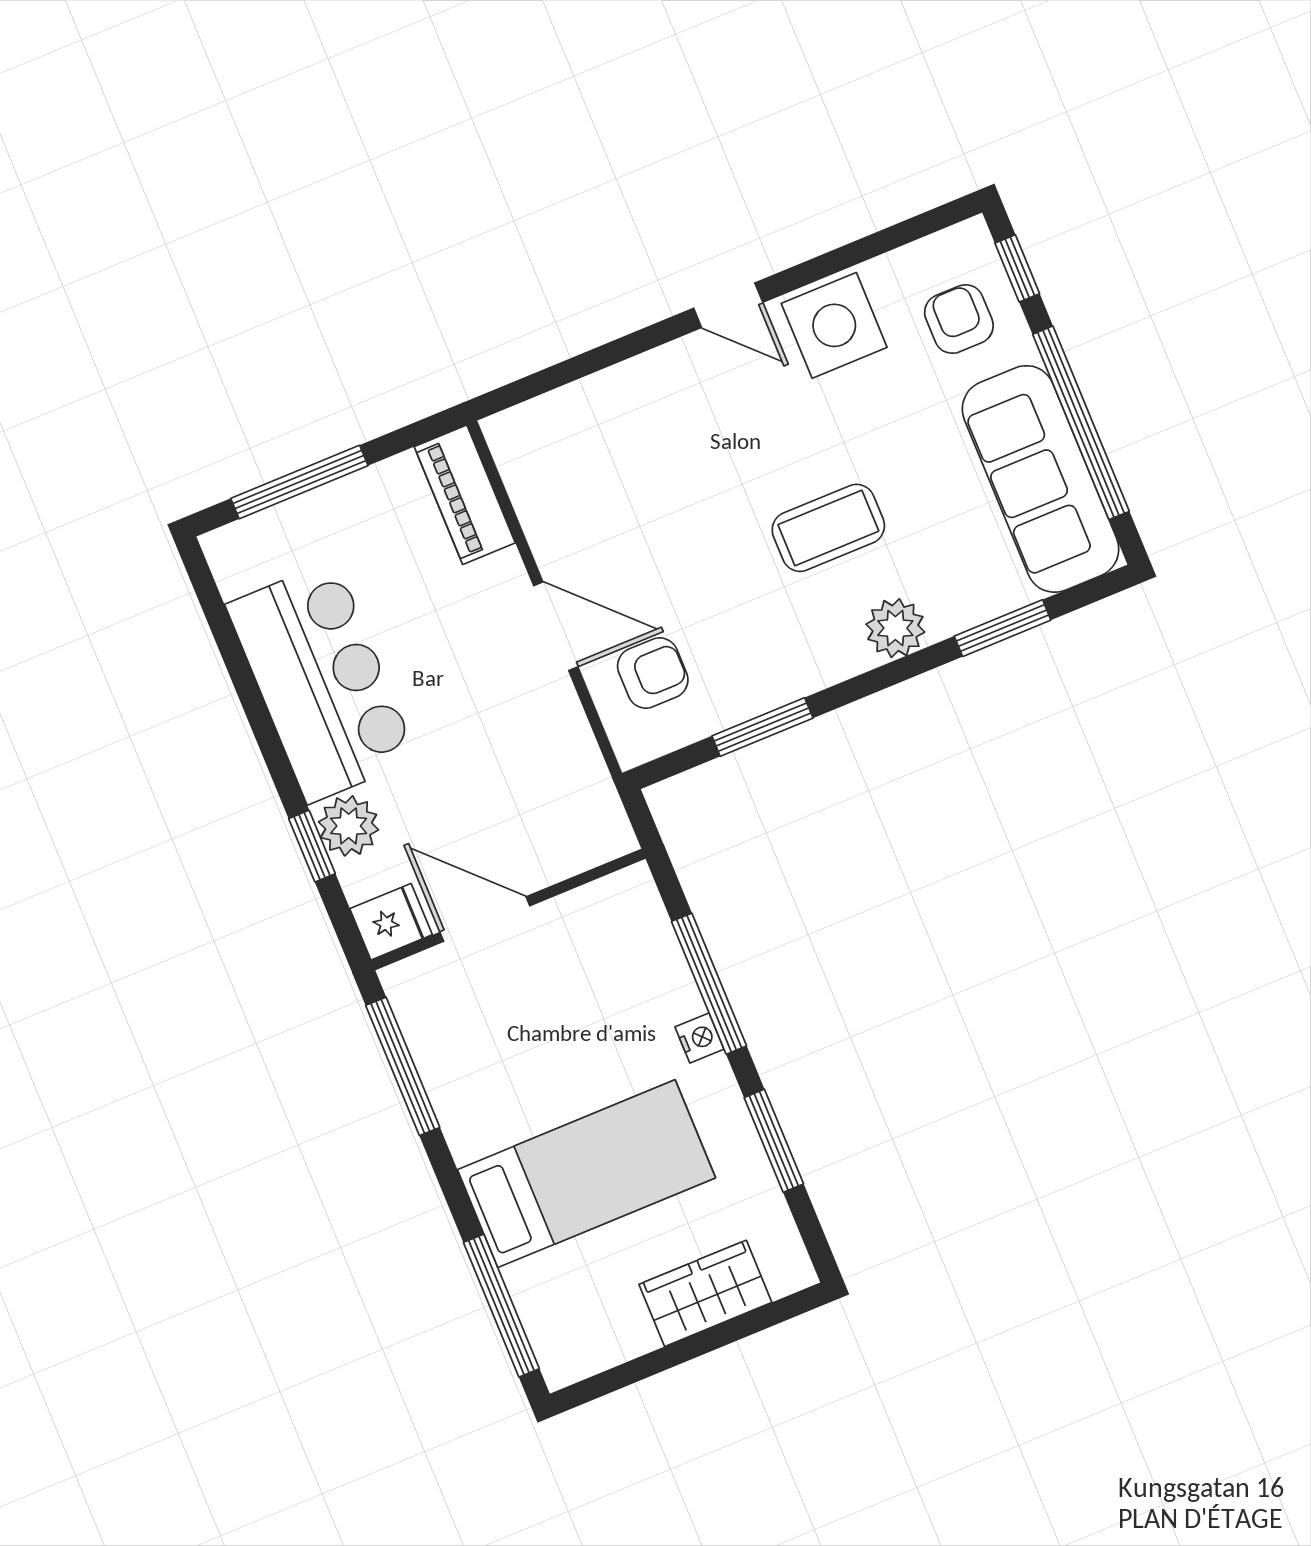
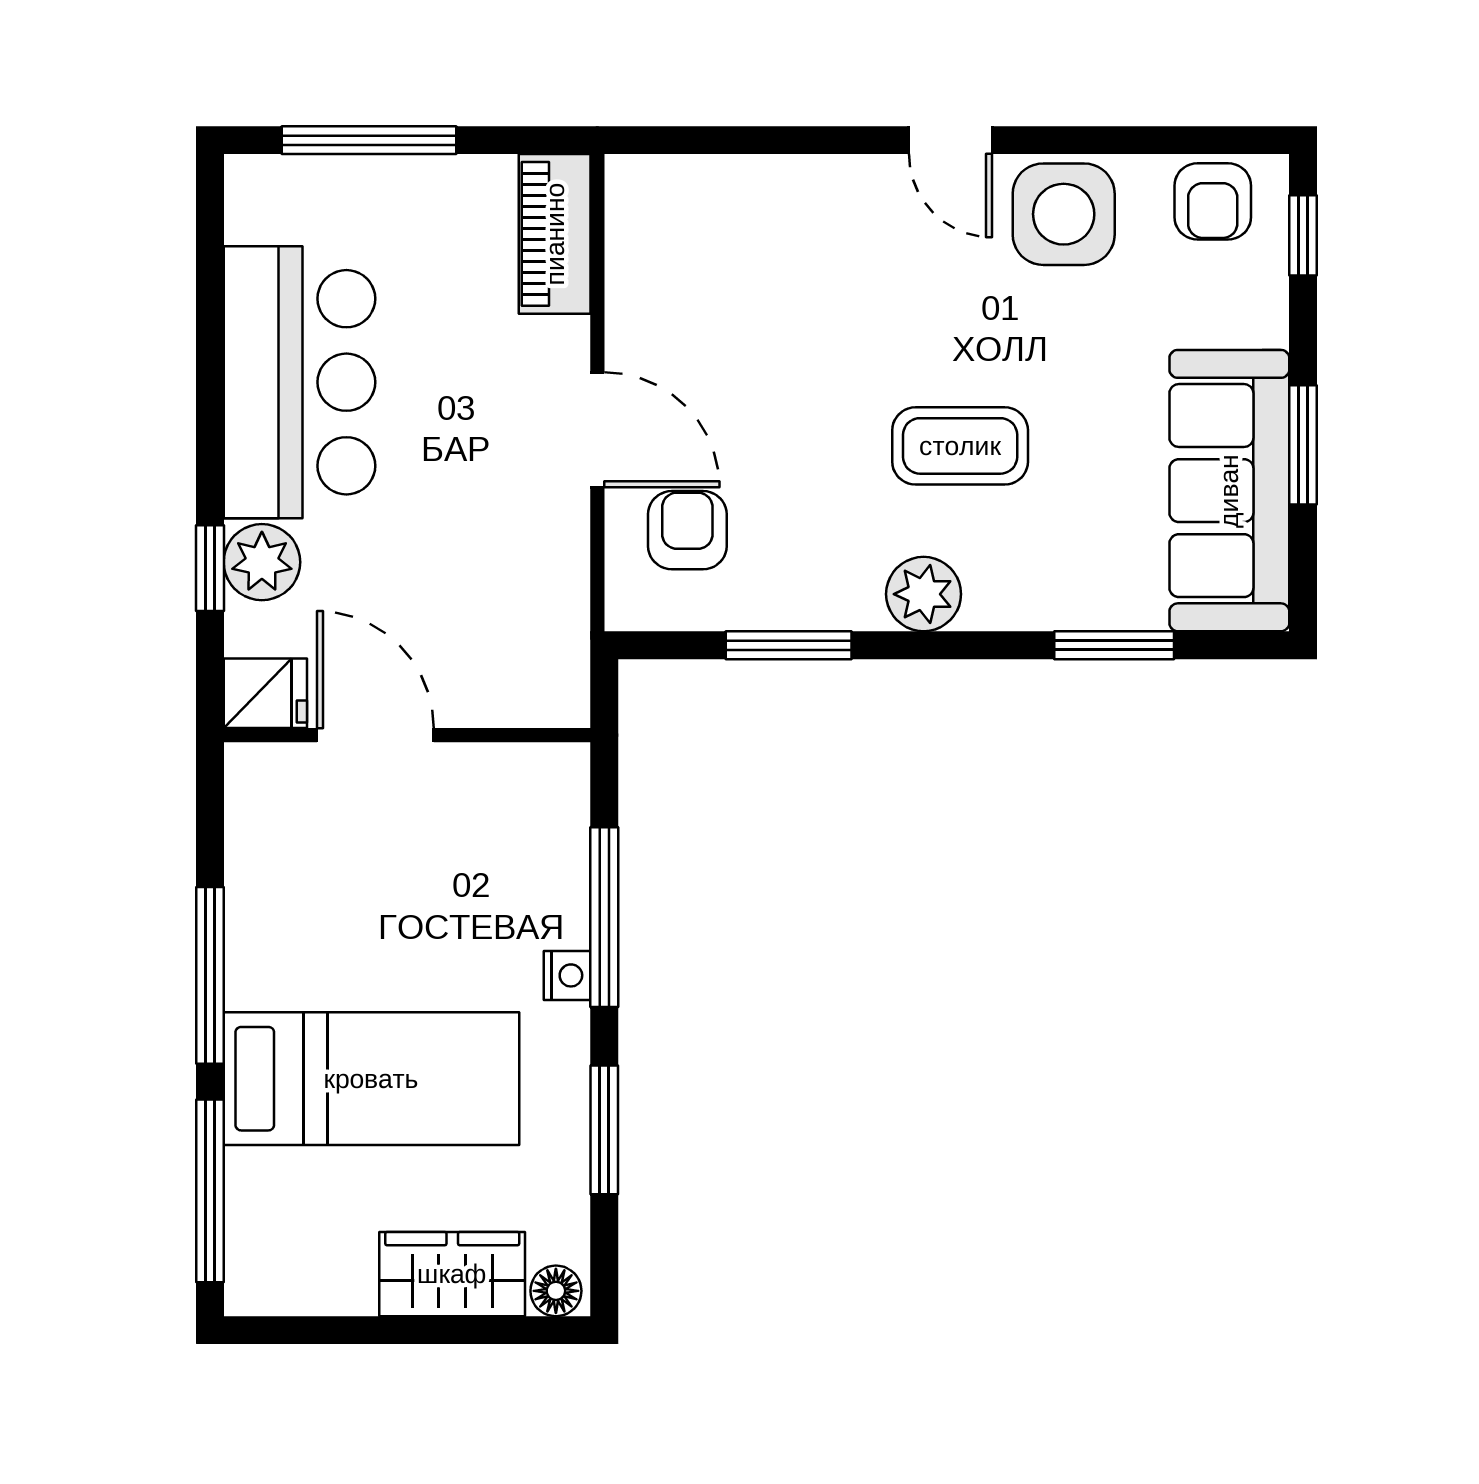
armchair: (959, 319) -> (1213, 201), moved, turned 180
window: (1081, 423) -> (1303, 445), width x0.47
plant: (895, 628) -> (924, 594), moved
armchair: (653, 673) -> (687, 530), turned -90
window: (403, 1066) -> (210, 975), moved
floor lamp: (787, 1274) -> (556, 1291), added

